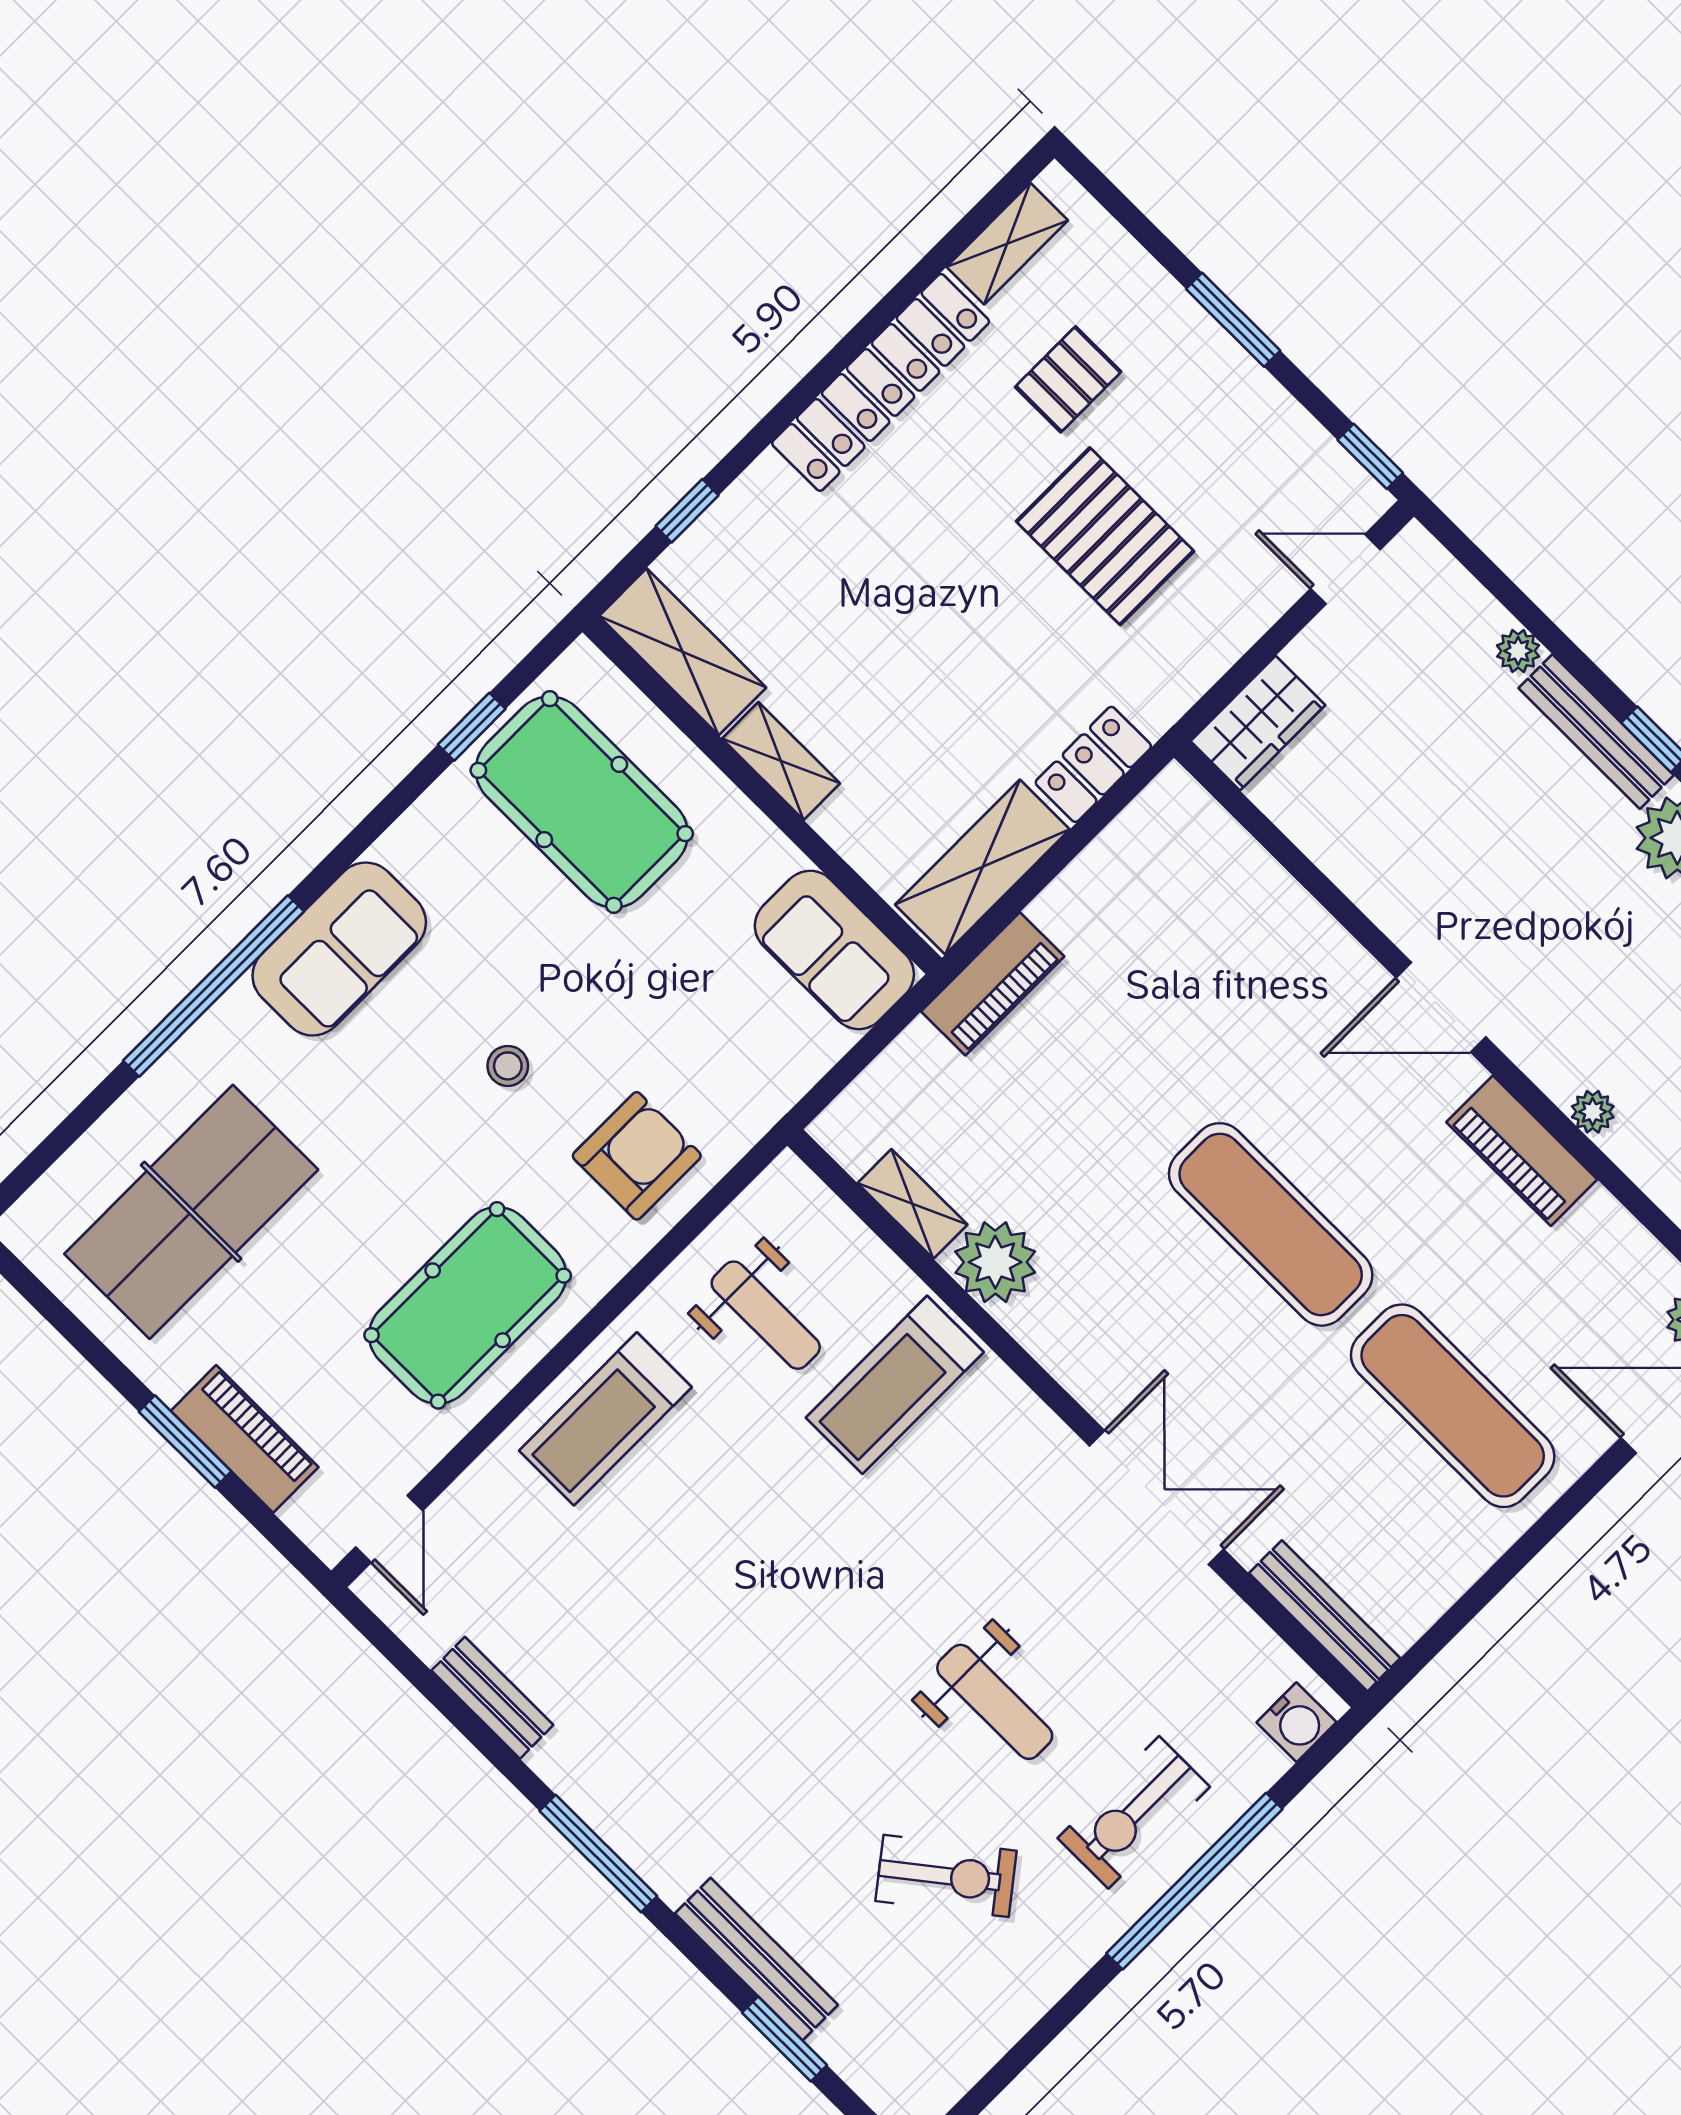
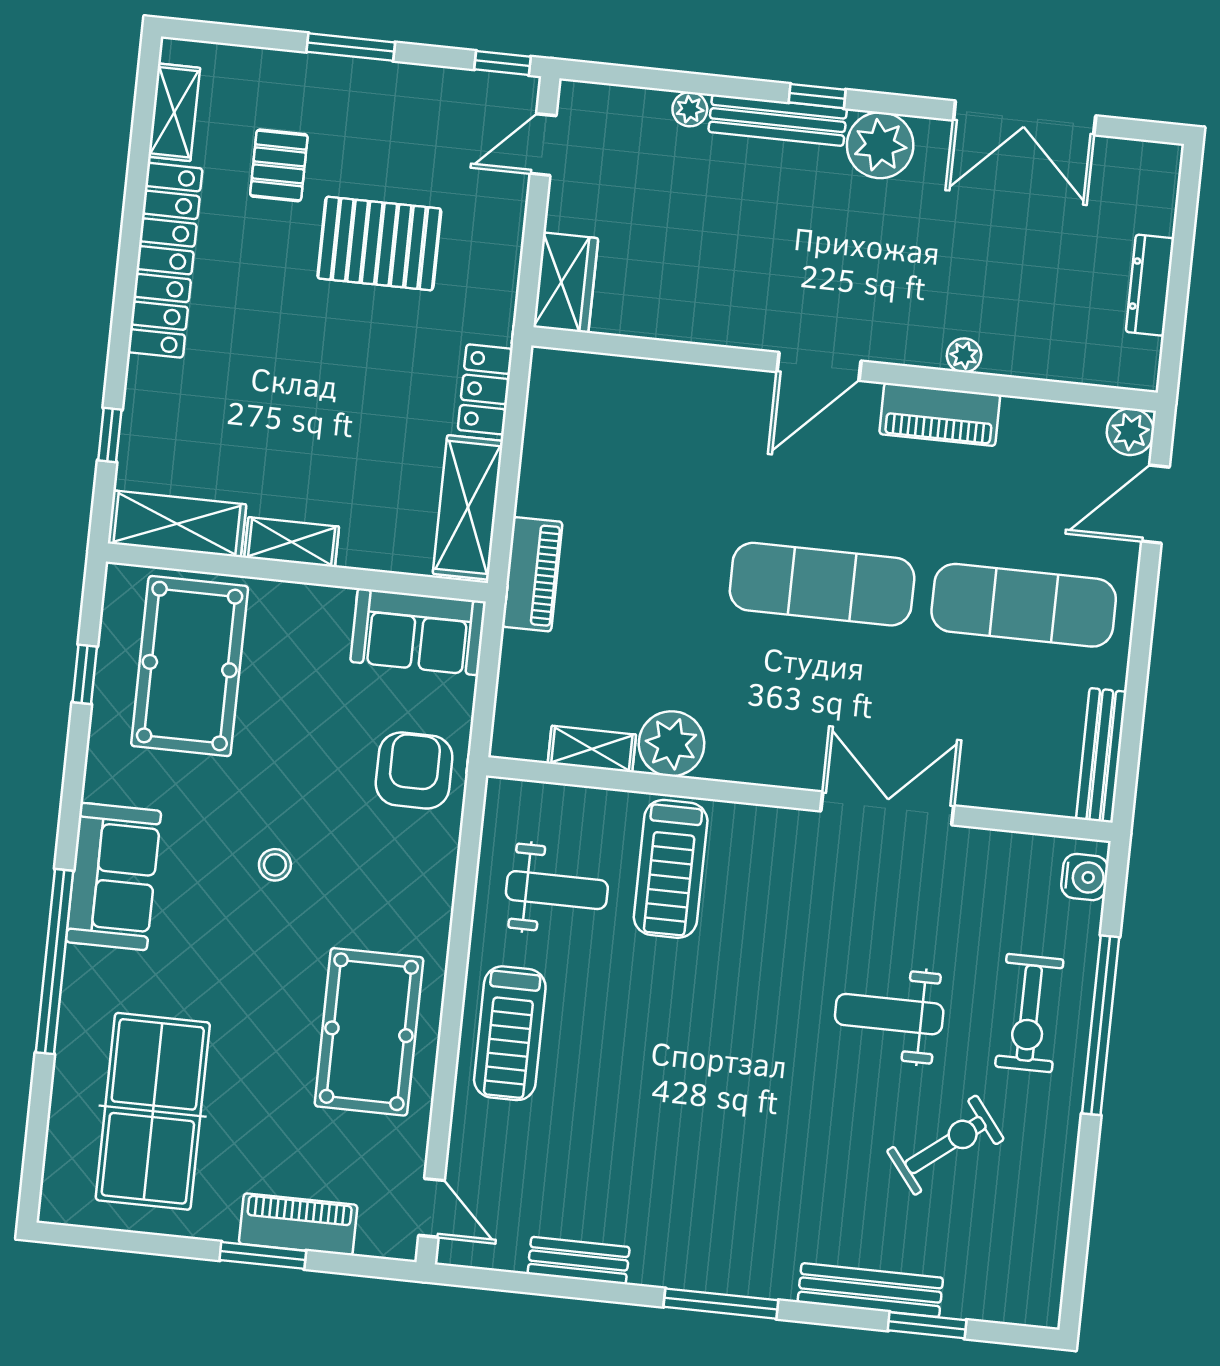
pool table: (582, 802) -> (190, 666), turned 90
armchair: (637, 1156) -> (414, 771), moved
bench: (1325, 1616) -> (1101, 755), moved, turned 90
weight bench: (995, 1702) -> (889, 1014), turned 180

